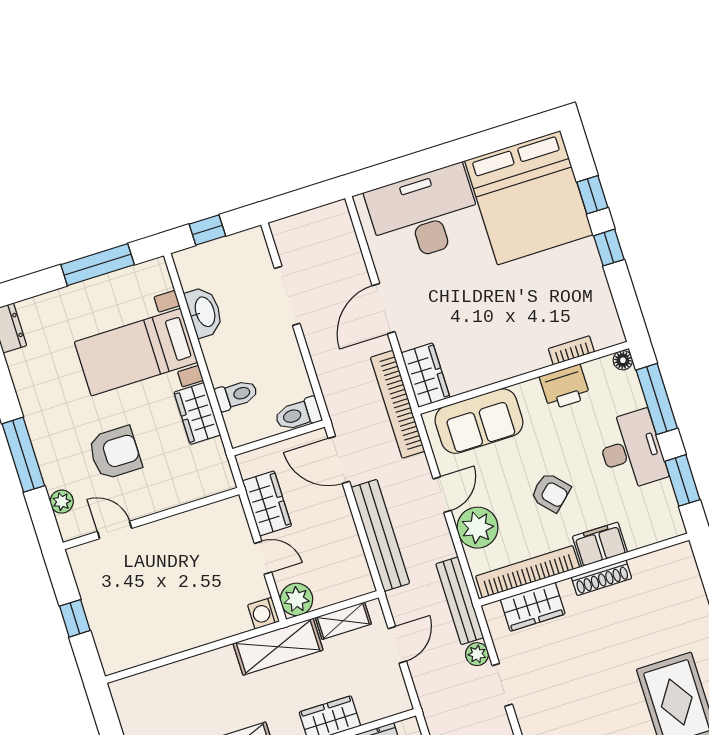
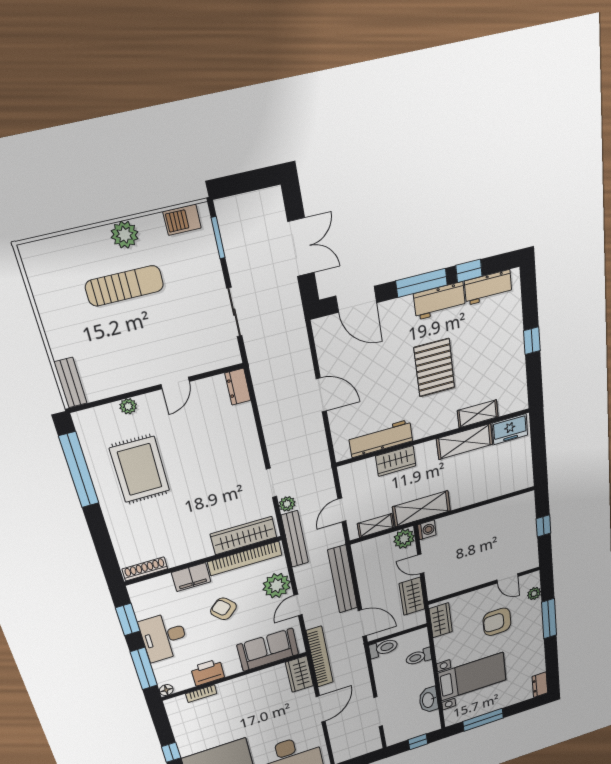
wardrobe: (197, 414) -> (441, 620), moved
shoe rack: (601, 578) -> (145, 569), moved
wardrobe: (533, 607) -> (244, 536), width x1.50

